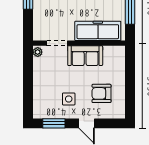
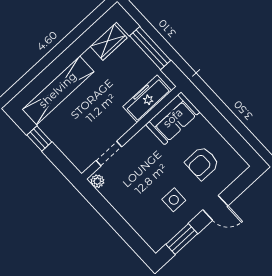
freezer: (98, 31) -> (147, 99), width x0.73, depth x0.79
sofa: (85, 56) -> (173, 118), moved

